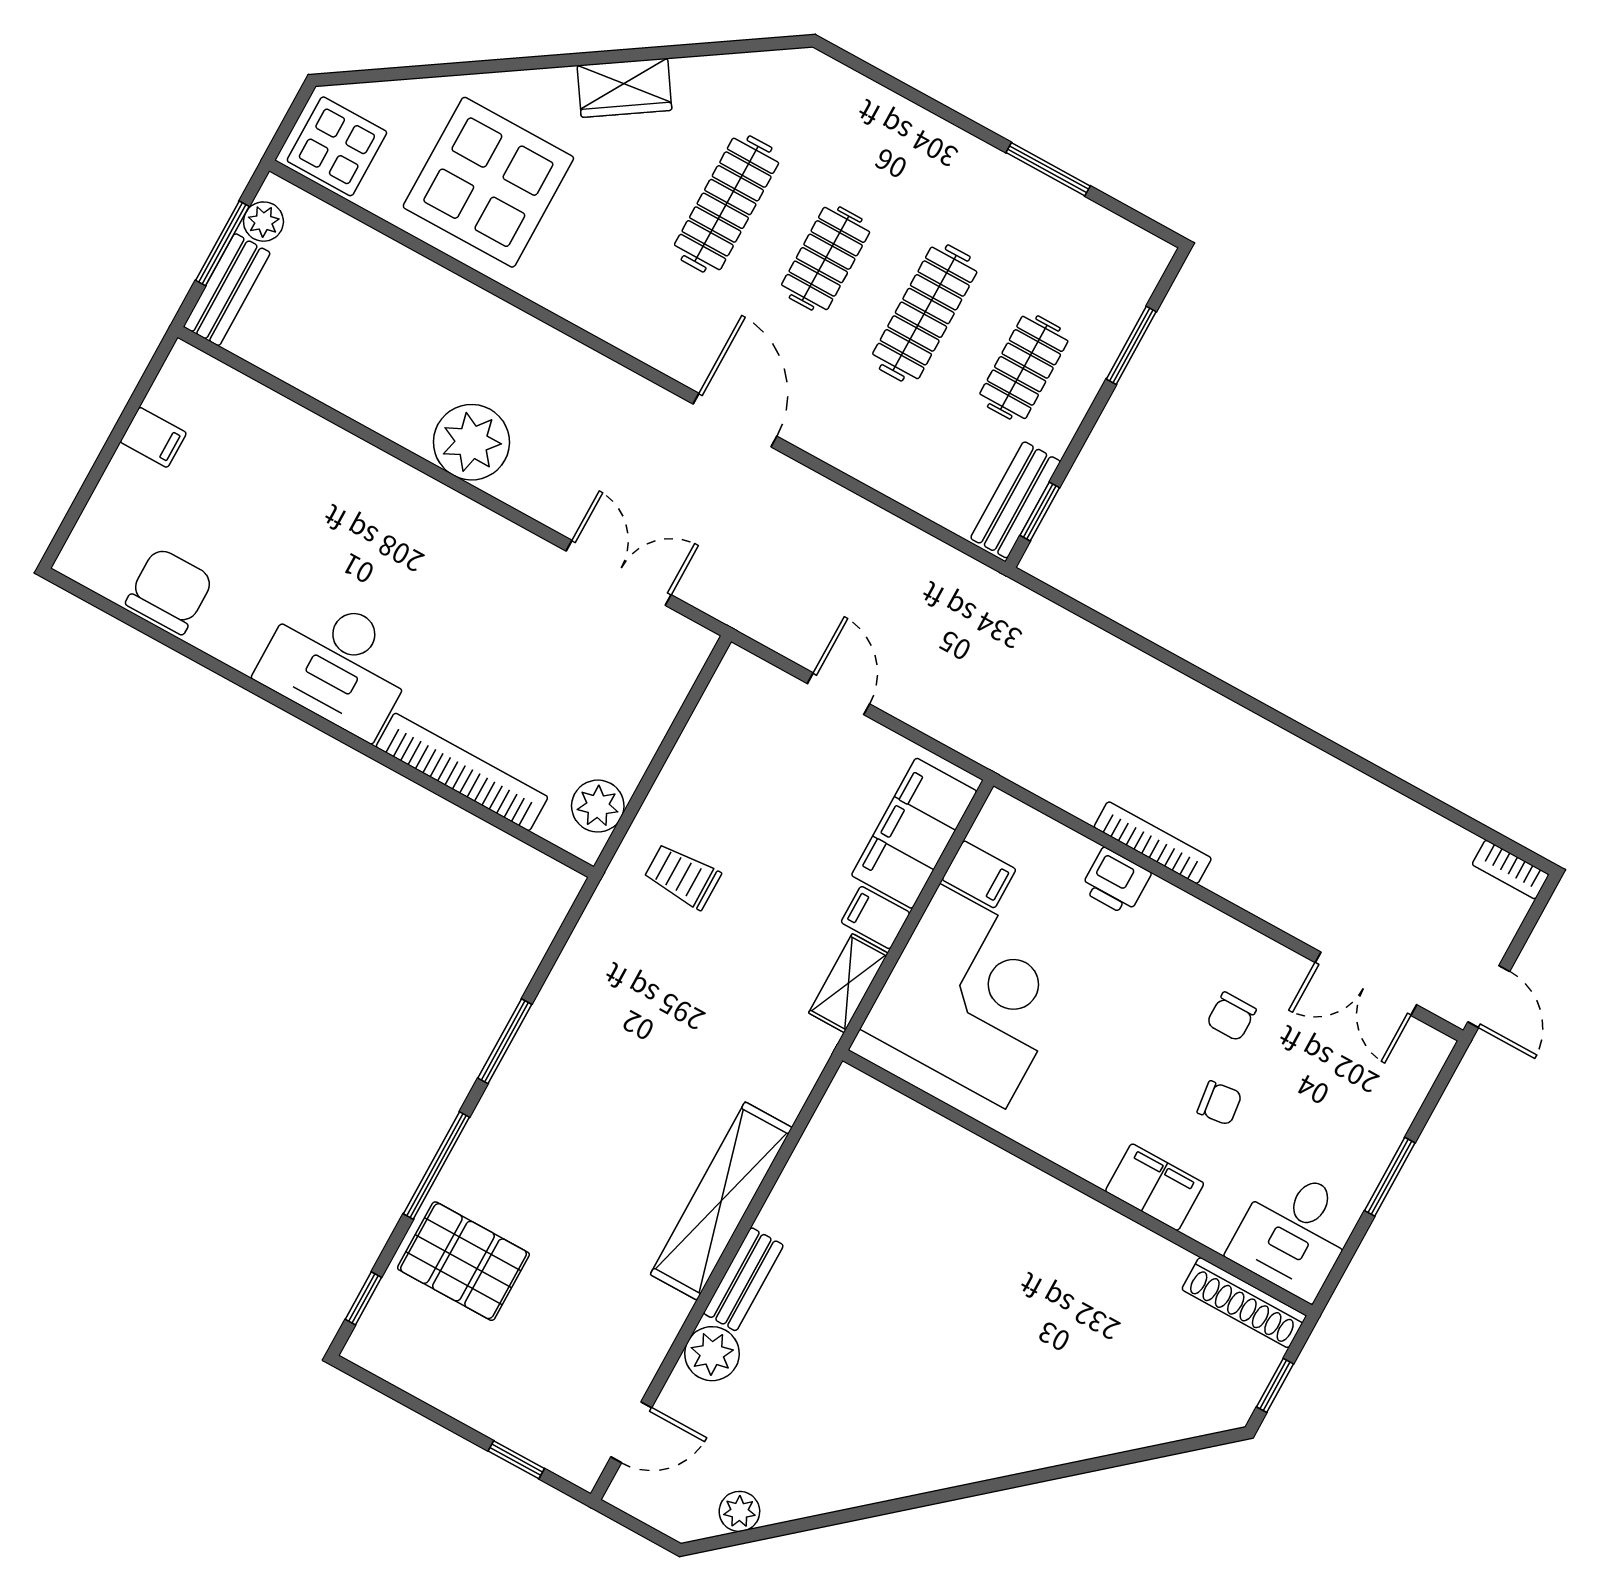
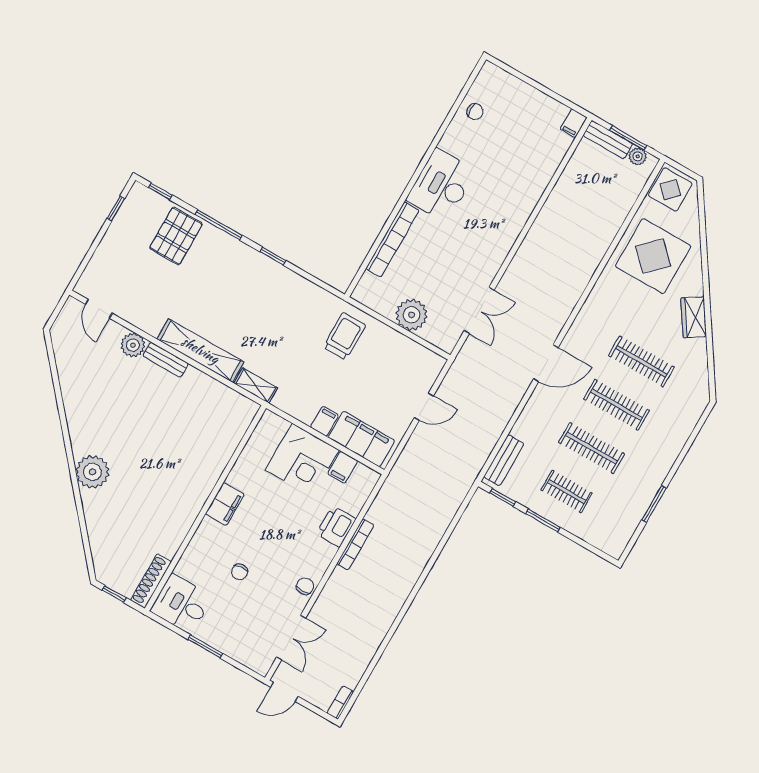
clothes rail: (826, 258) -> (617, 405), width x1.36
window: (1131, 345) -> (543, 520), moved
filing cabinet: (153, 437) -> (574, 123), moved
plant: (471, 442) -> (538, 246), removed
bench: (1016, 500) -> (504, 460), moved, turned 90
chair: (170, 591) -> (475, 112), width x0.54, depth x0.54
plant: (598, 806) -> (412, 315), moved, width x1.36, depth x1.36
trolley: (682, 876) -> (344, 336), width x1.36, depth x1.39
printer: (1116, 881) -> (336, 526), width x1.36, depth x1.24
shelving: (848, 983) -> (256, 386), moved
double door: (1366, 984) -> (291, 638), swing flipped
corner desk: (973, 996) -> (302, 460), width x0.74, depth x0.74
chair: (1231, 1017) -> (305, 586), moved, turned 90
window: (505, 1041) -> (273, 256), width x0.67
filing cabinet: (1155, 1187) -> (225, 504), moved
window: (516, 1460) -> (116, 209), moved
plant: (739, 1511) -> (92, 472), moved, width x1.88, depth x1.88

